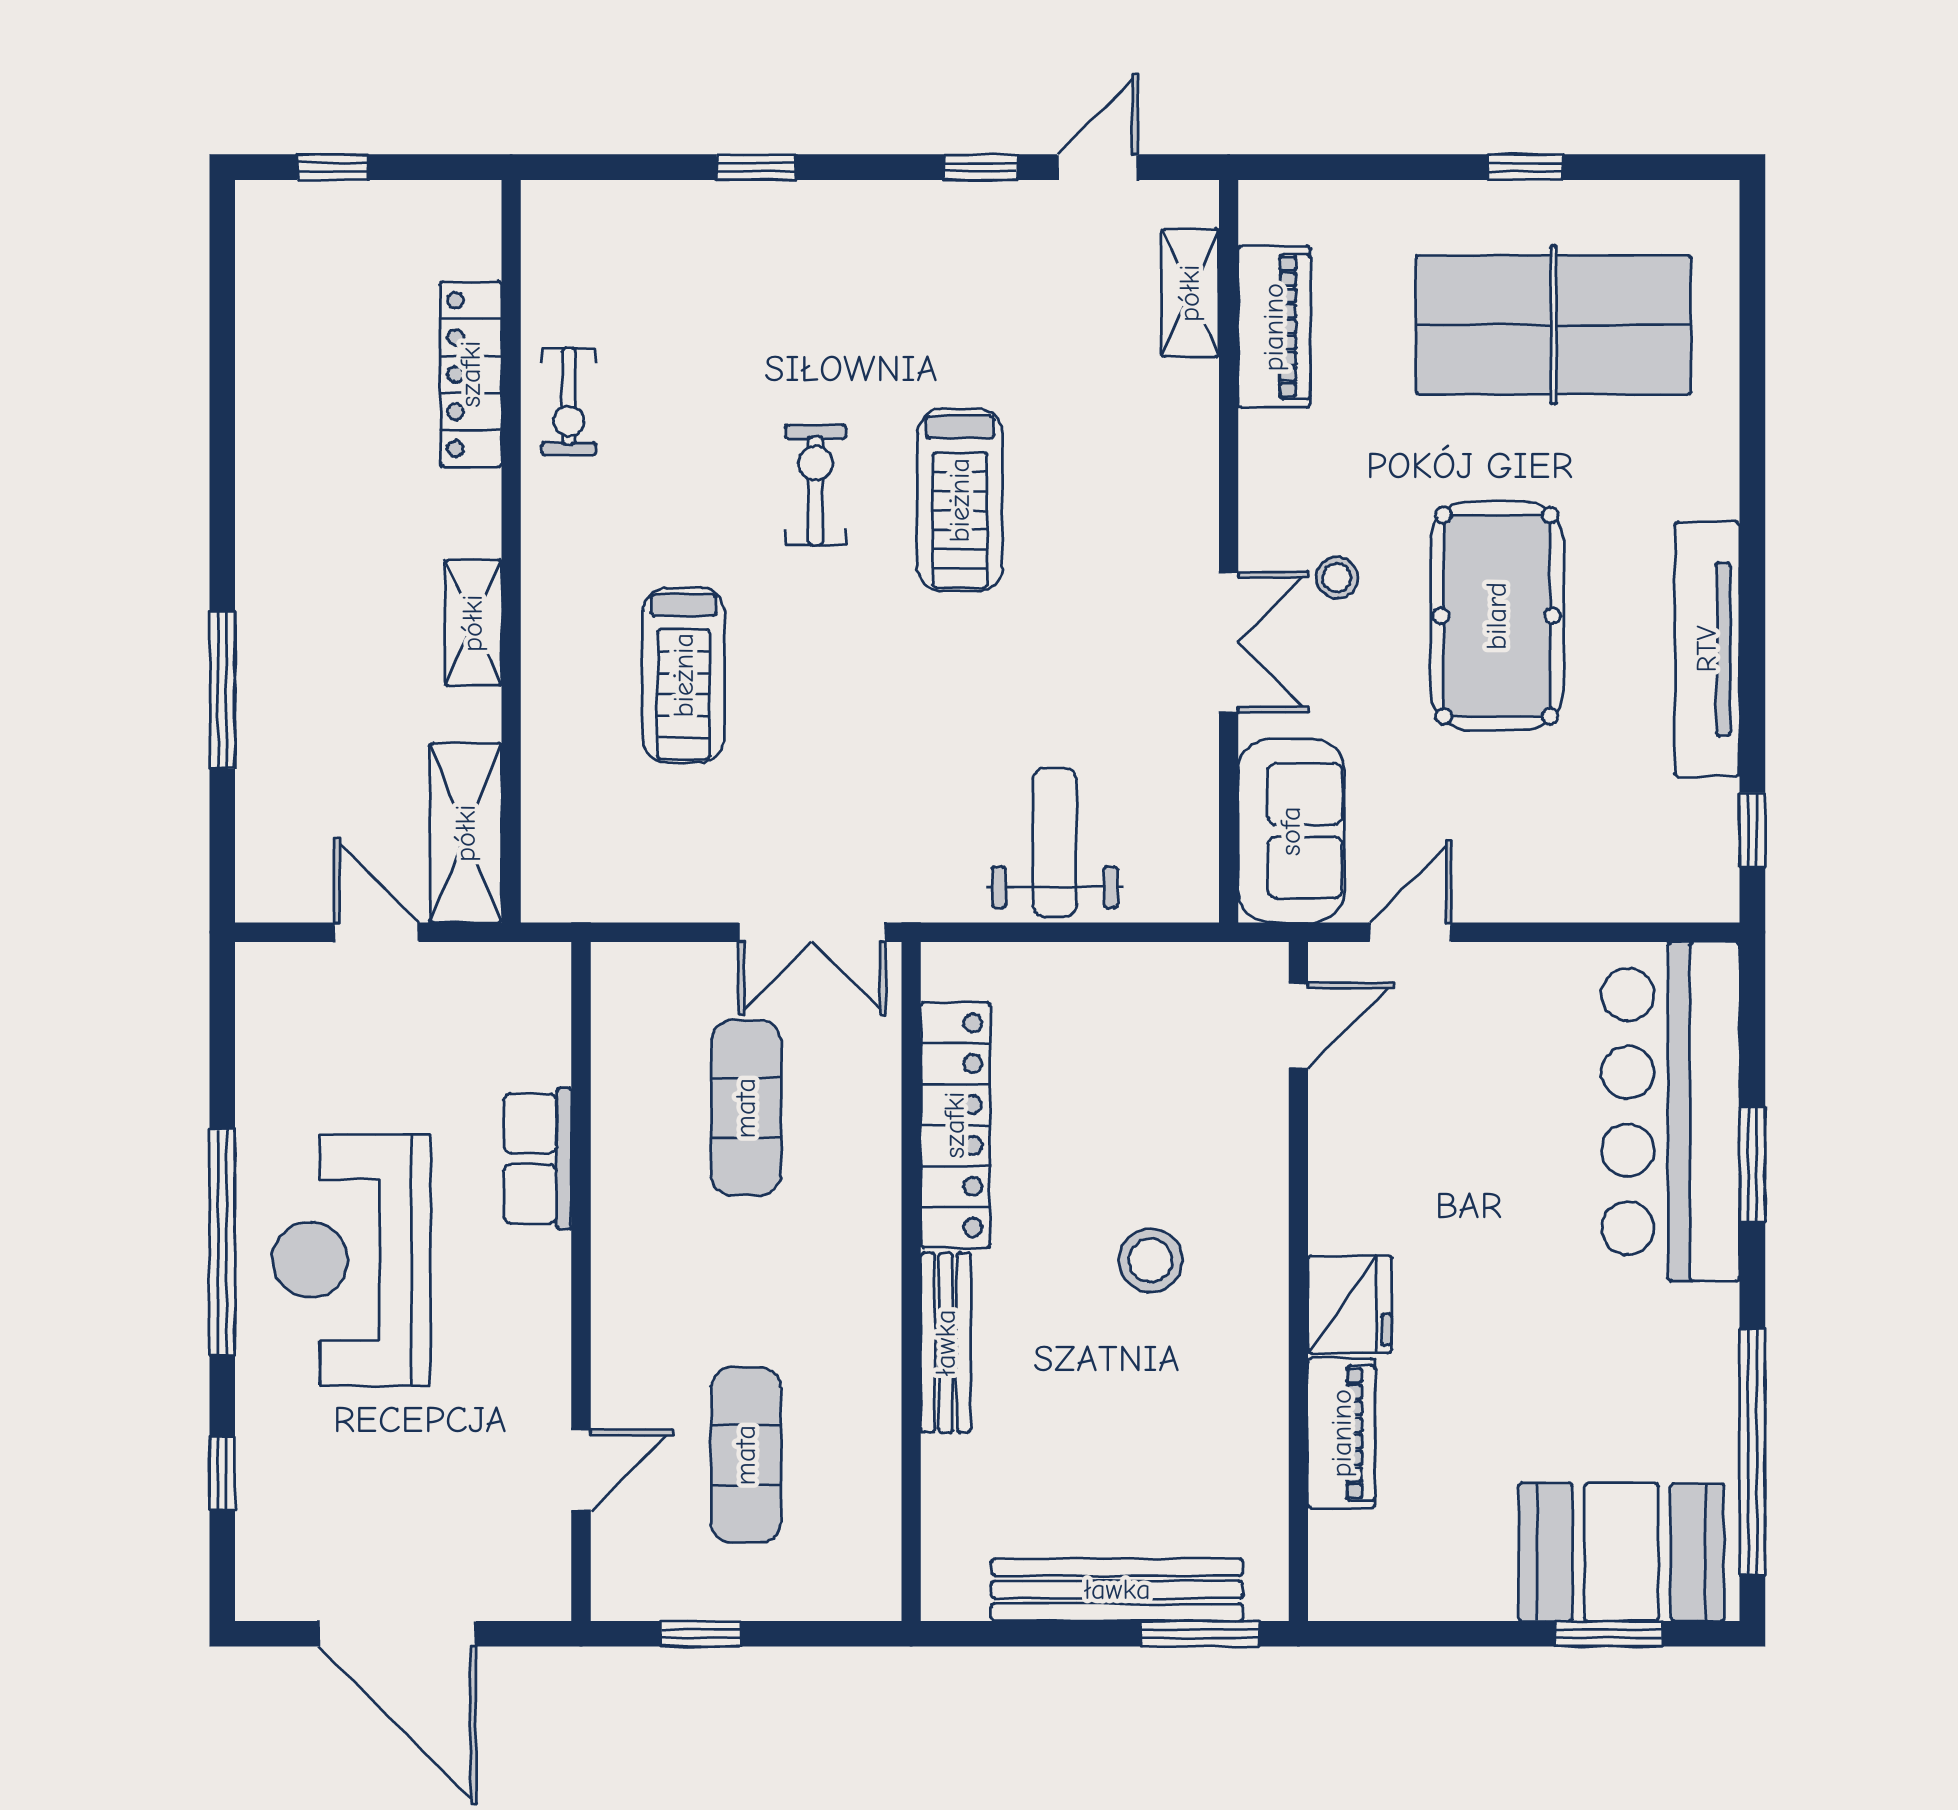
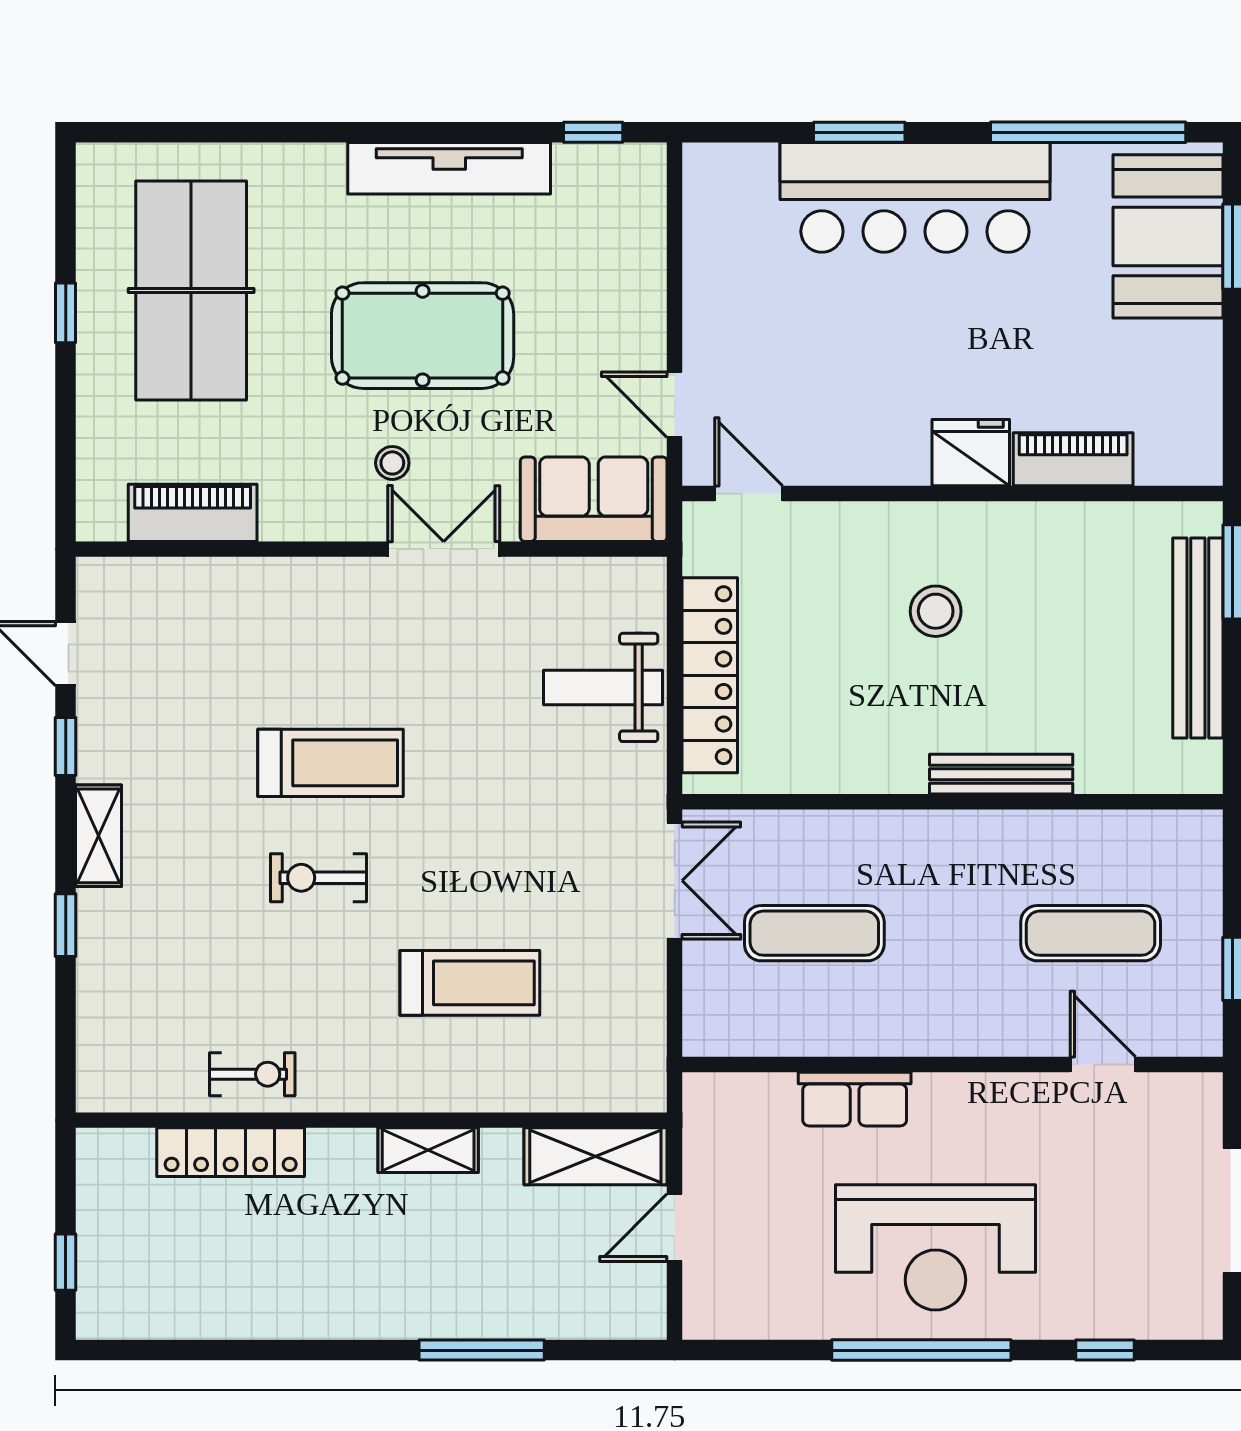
shelving: (1190, 293) -> (99, 836), moved, turned 90
bar counter: (1671, 1111) -> (915, 197), moved
locker: (955, 1125) -> (710, 675), moved, turned 90

